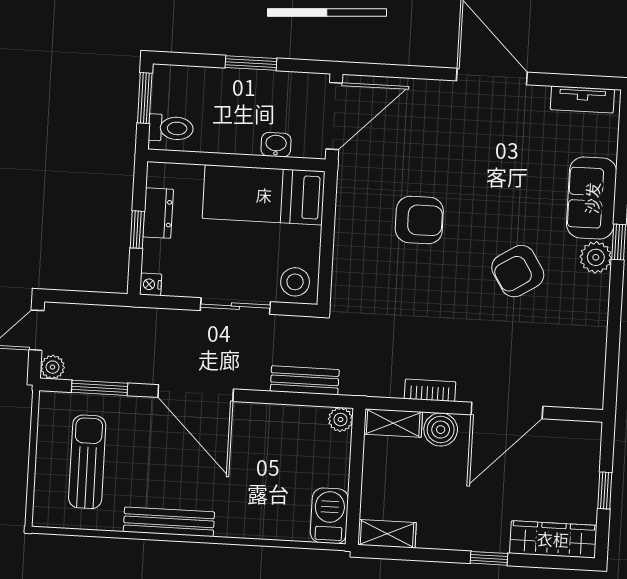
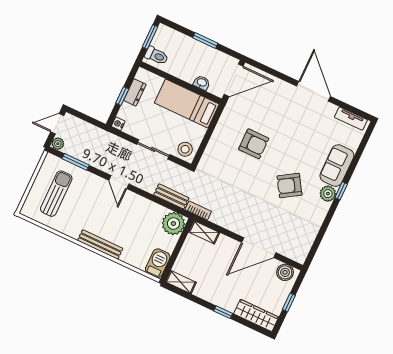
bookcase: (430, 390) -> (198, 211), moved
door: (196, 393) -> (119, 182), width x0.53
plant: (340, 420) -> (173, 224), width x1.88, depth x1.88
boiler: (441, 430) -> (285, 272), moved
bench: (169, 522) -> (100, 244), moved

